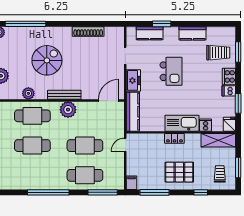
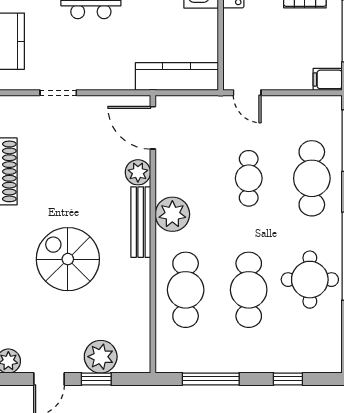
freezer: (133, 80) -> (110, 75), removed
plant: (28, 93) -> (138, 172), moved
cafe table: (85, 146) -> (249, 178), width x0.73, depth x0.74
round table: (37, 174) -> (310, 280), added

